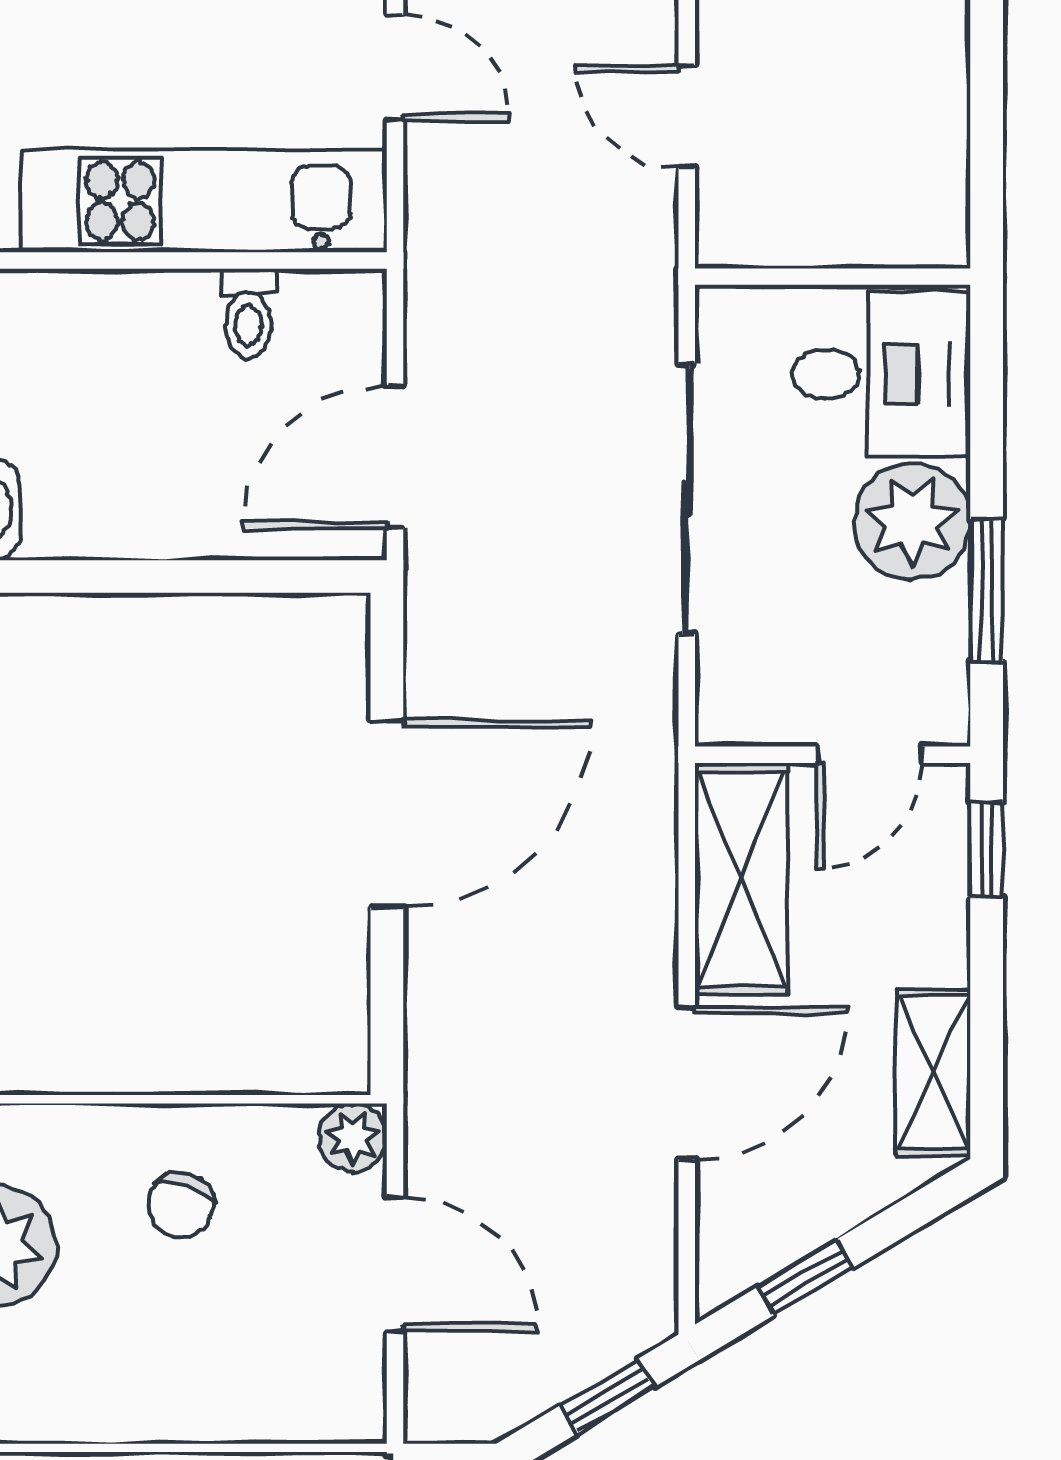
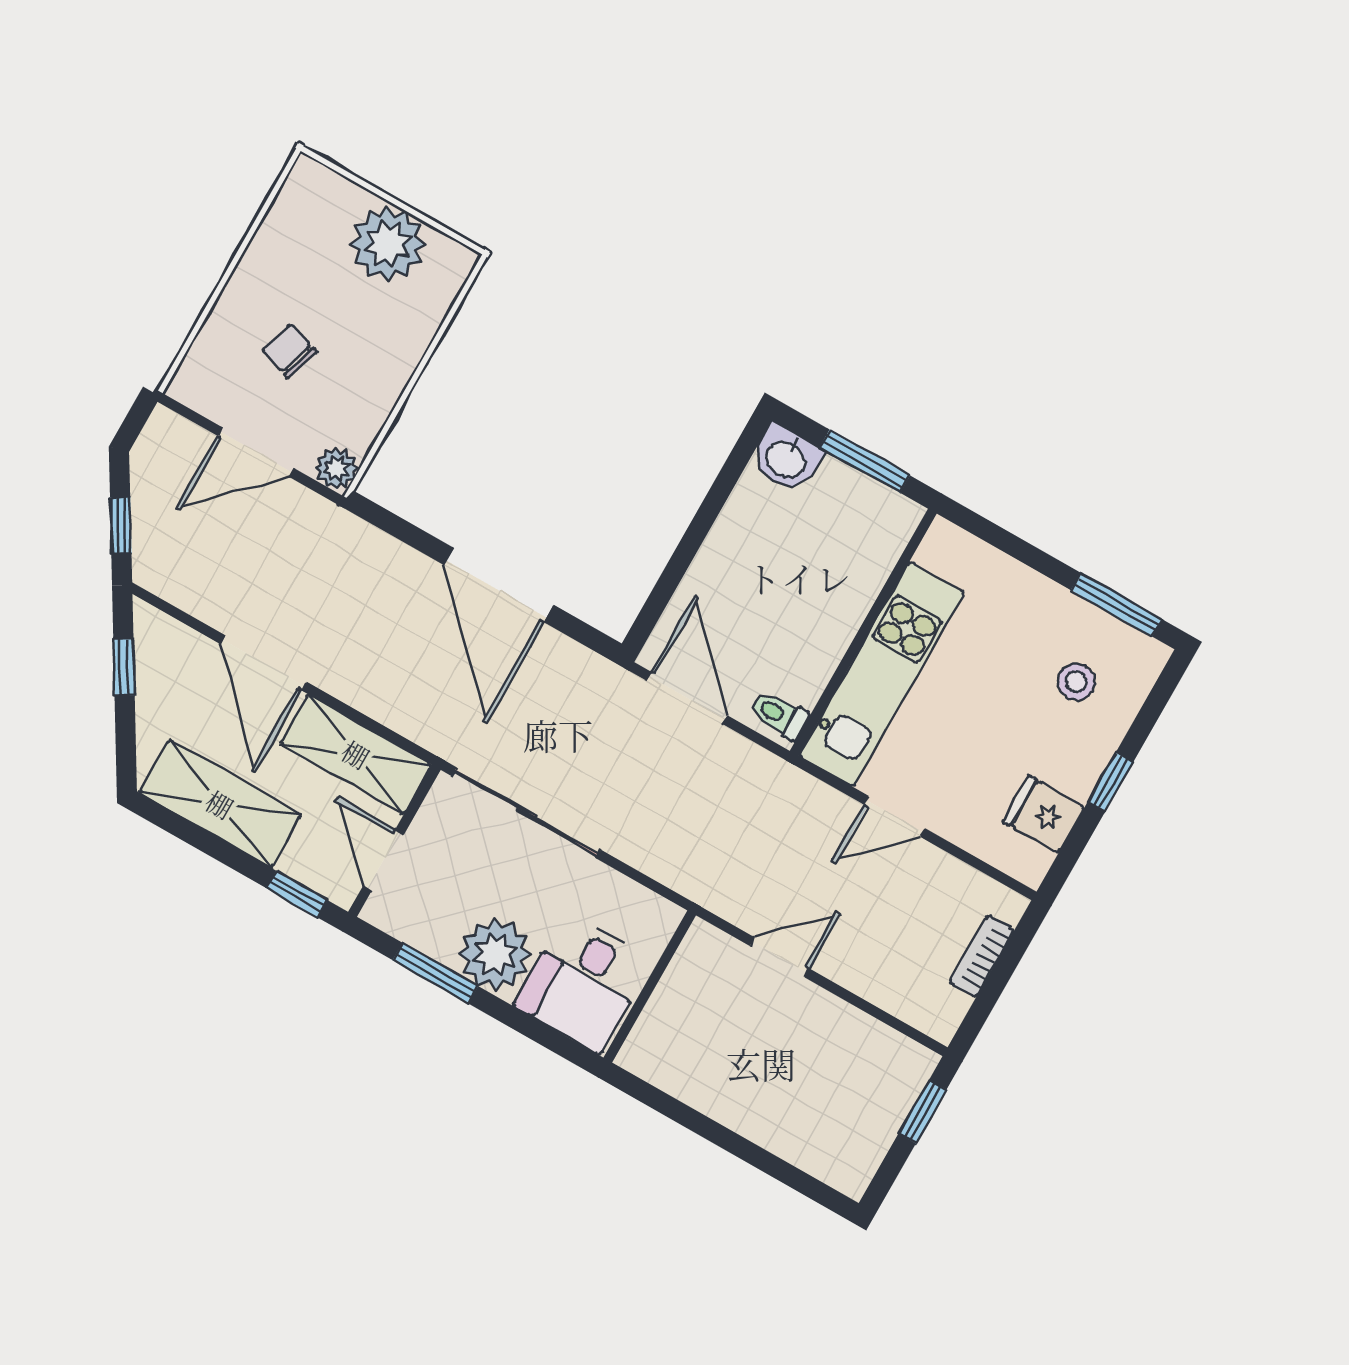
toilet: (249, 313) -> (779, 715), moved
sliding door: (687, 499) -> (526, 813), moved
shelving: (933, 1073) -> (220, 804), width x1.50, depth x1.33
chair: (180, 1205) -> (289, 351), moved

